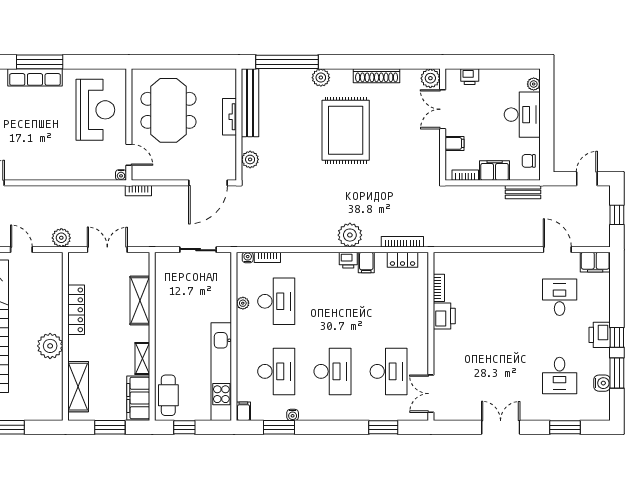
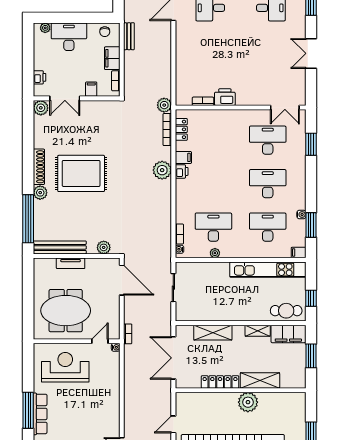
shoe rack: (377, 76) -> (39, 167), moved
plant: (61, 238) -> (164, 105), moved
double door: (107, 250) -> (173, 358), width x1.37
shelving: (78, 387) -> (260, 380), moved

